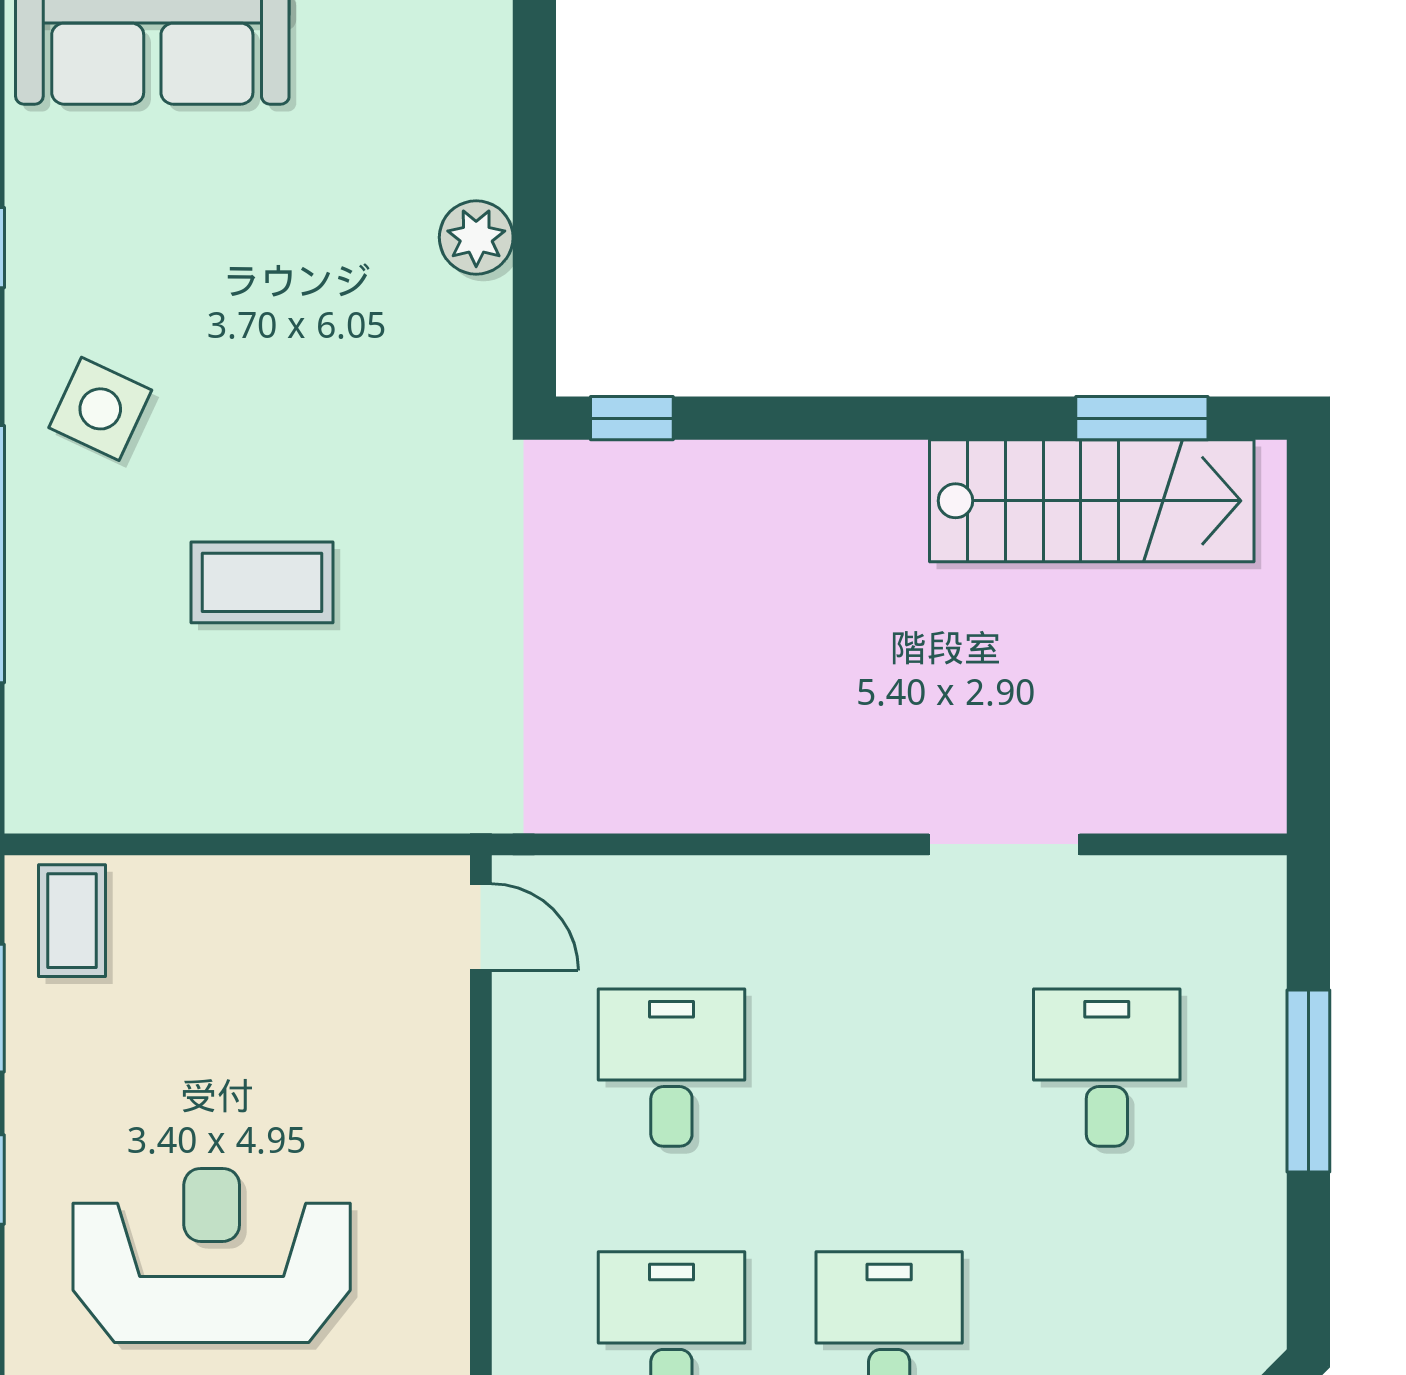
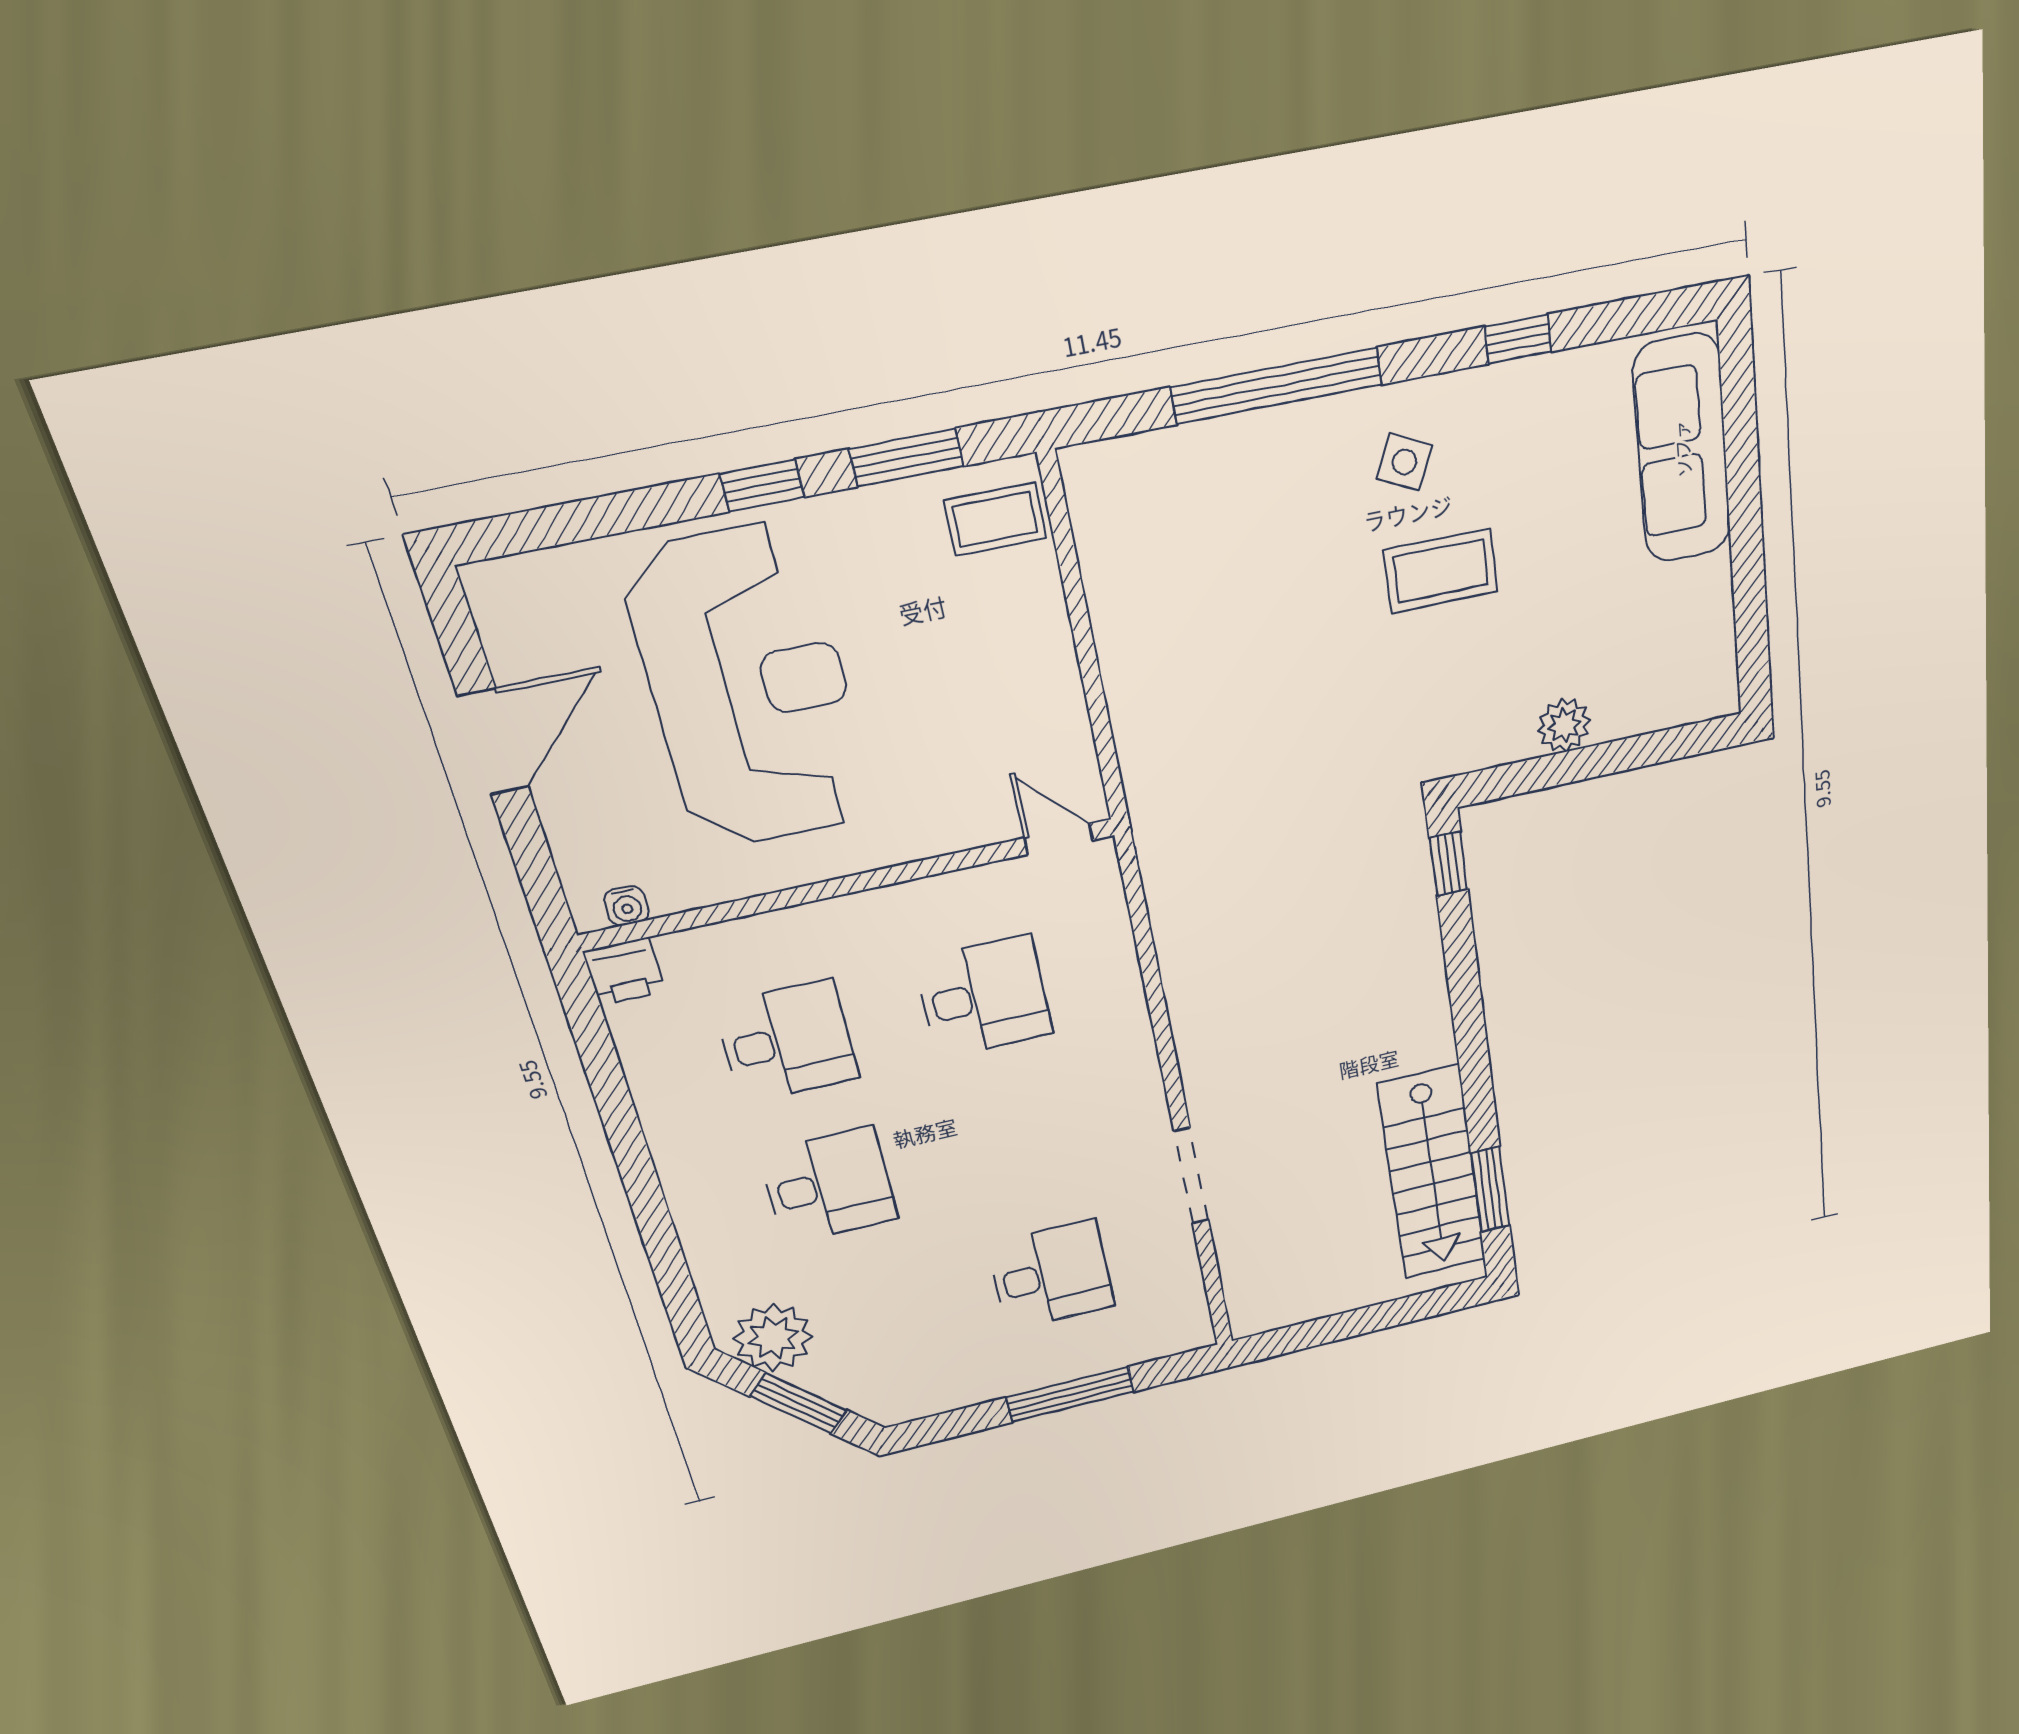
side table: (100, 409) -> (1404, 462), width x0.73, depth x0.73
coffee table: (262, 582) -> (1441, 571), moved, turned 90
door: (481, 927) -> (1059, 839), swing flipped
reception desk: (212, 1255) -> (750, 689), width x1.36, depth x1.30

